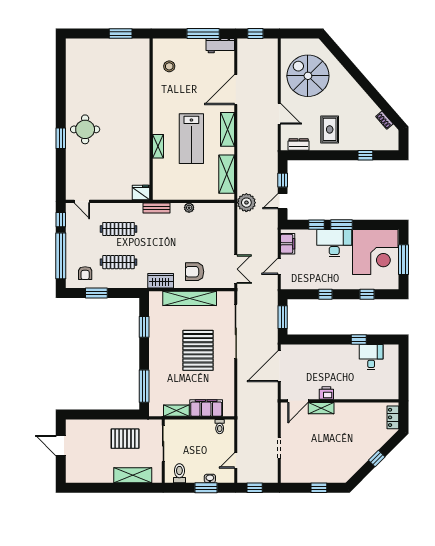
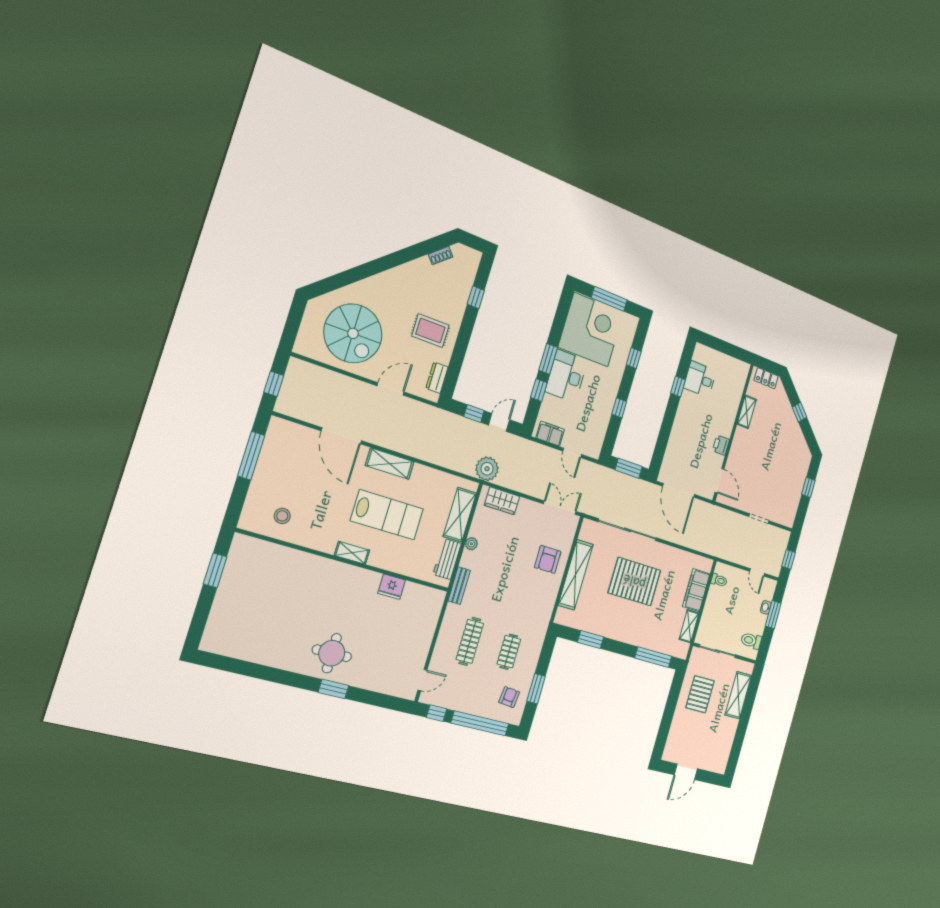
workbench: (220, 46) -> (447, 559), moved, turned 180
spiral stairs: (308, 76) -> (353, 333), turned -90
shelving: (158, 146) -> (352, 553), moved
shelving: (227, 174) -> (460, 515), moved, turned 90
fridge: (141, 192) -> (392, 587), moved, turned -90
door: (283, 201) -> (499, 422), swing flipped
clothes rail: (118, 262) -> (509, 652), width x0.73
armchair: (85, 273) -> (509, 697), turned -84
wardrobe: (161, 281) -> (502, 501), moved, turned -90
shelving: (321, 408) -> (747, 412), moved

